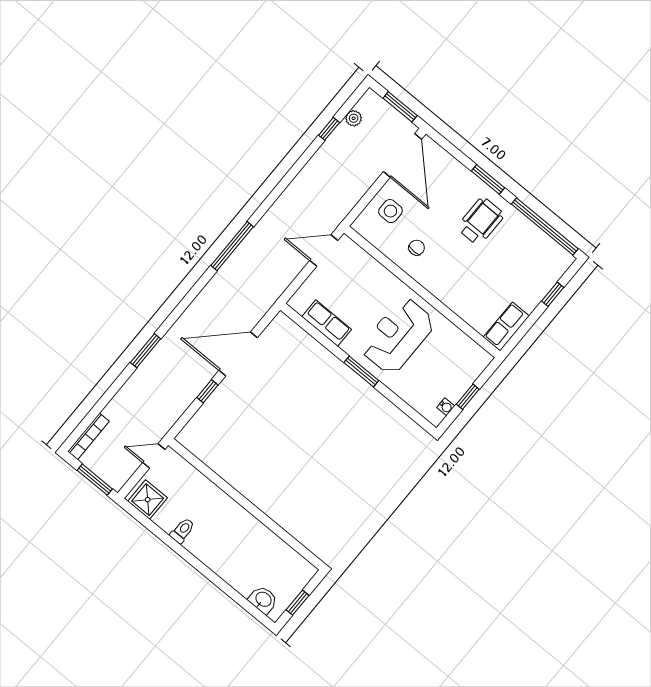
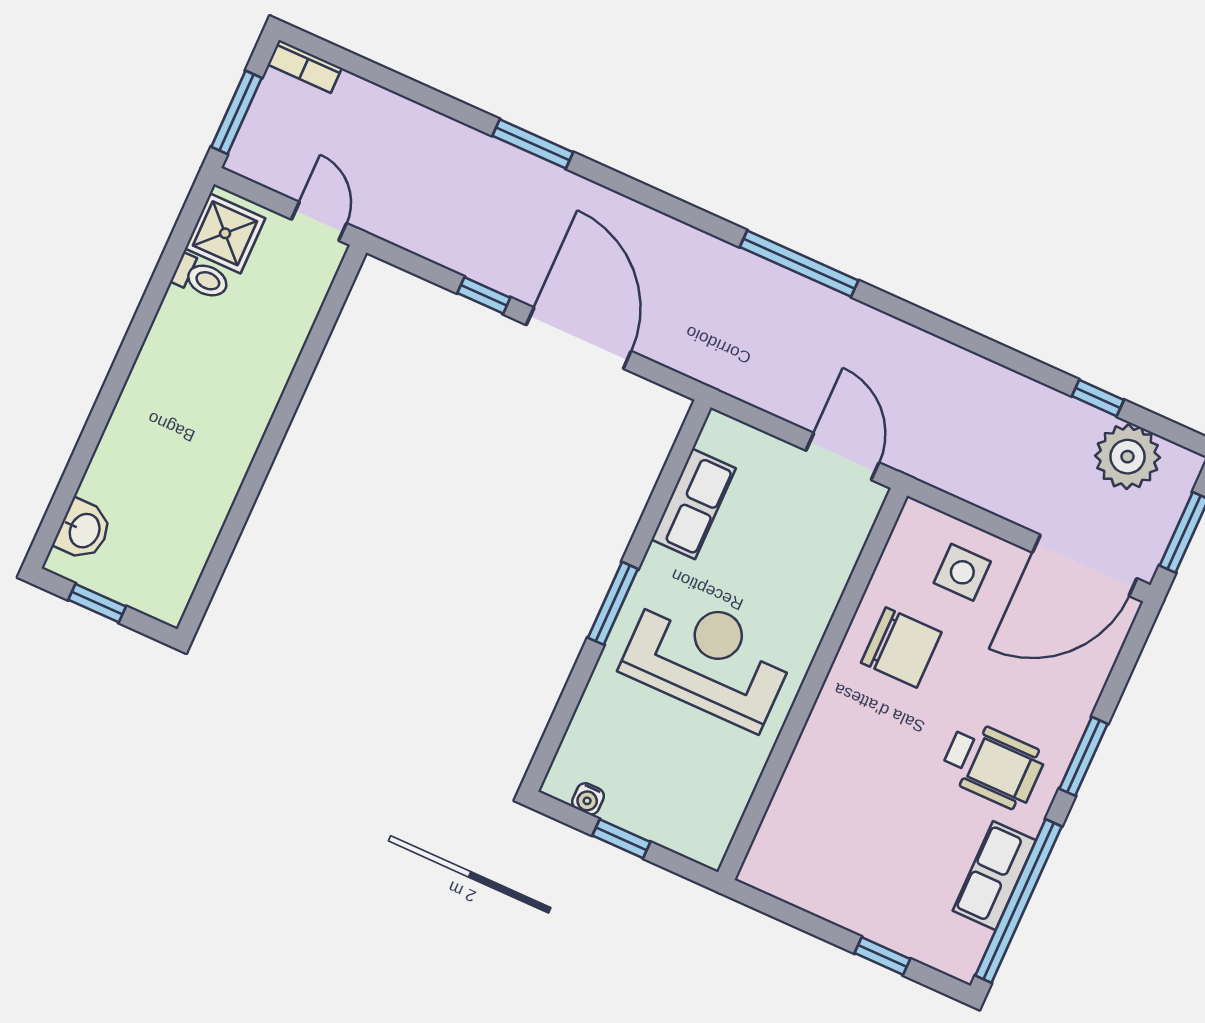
plant: (354, 118) -> (1128, 457), width x1.87, depth x1.87
chair: (417, 248) -> (901, 647), width x1.87, depth x1.87
row of seats: (506, 327) -> (994, 876), moved, turned -90
bookcase: (88, 436) -> (305, 66), width x0.64
toilet: (182, 531) -> (201, 278), moved

